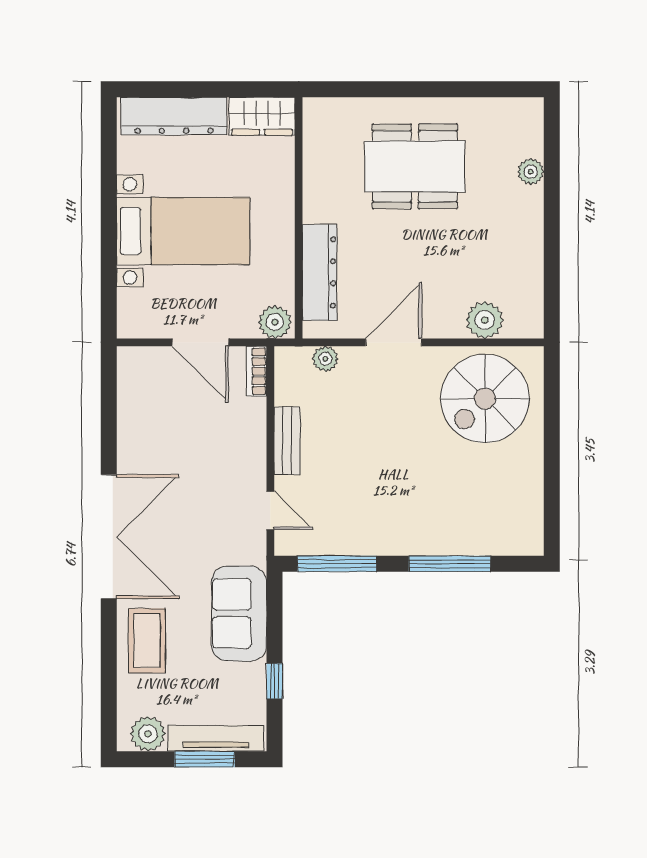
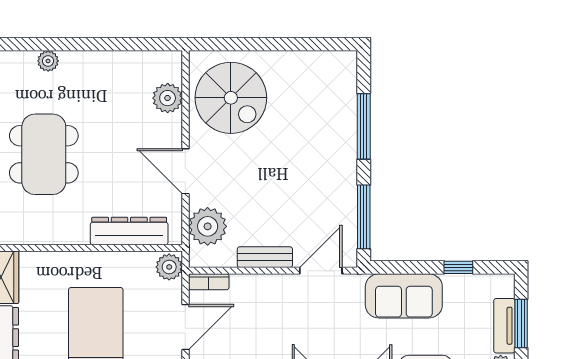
plant: (325, 359) -> (208, 226), width x1.87, depth x1.87
door: (270, 510) -> (321, 271), width x1.37
tv unit: (216, 738) -> (504, 326), width x0.71

